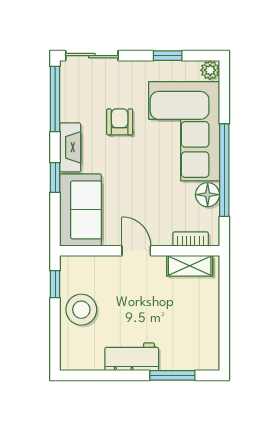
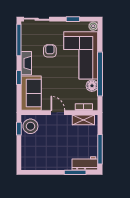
stool: (81, 310) -> (30, 126), moved
window: (224, 327) -> (100, 149), added
workbench: (132, 357) -> (85, 163), moved

